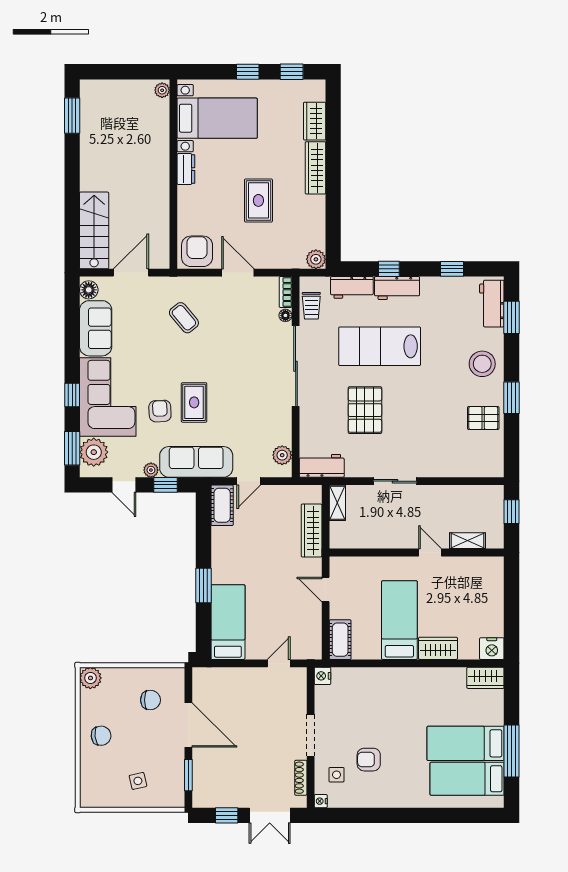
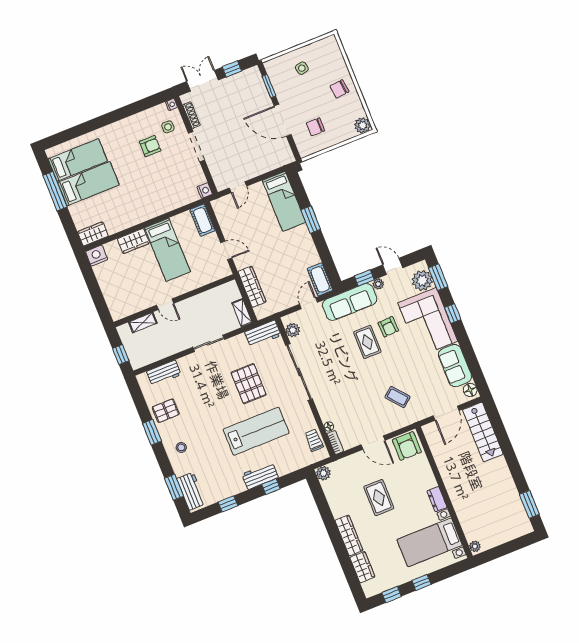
workbench: (352, 287) -> (164, 373), moved, turned 180
stool: (482, 364) -> (181, 447), width x0.53, depth x0.53
sliding door: (296, 366) -> (299, 372), moved

